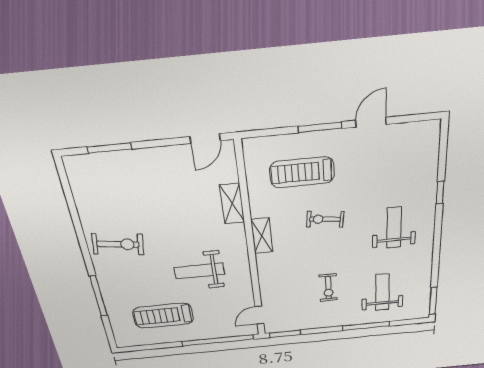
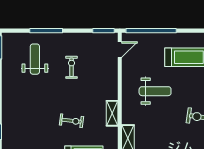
weight bench: (394, 228) -> (28, 110), removed
weight bench: (382, 292) -> (35, 59), turned 180

